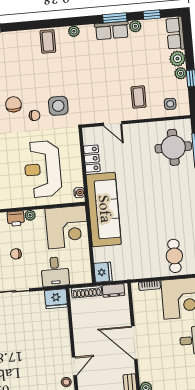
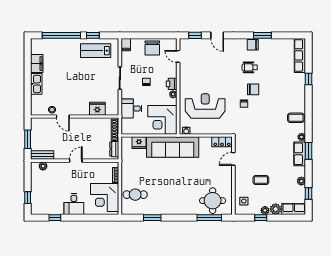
window: (115, 18) -> (308, 151), moved
row of seats: (112, 30) -> (300, 154), moved
coffee table: (139, 97) -> (261, 180), moved
side table: (58, 106) -> (249, 121), removed
locker: (92, 159) -> (222, 142), moved
fridge: (103, 272) -> (139, 143), moved
fridge: (56, 299) -> (97, 109), moved, turned 90
door: (134, 343) -> (76, 161), width x0.53

